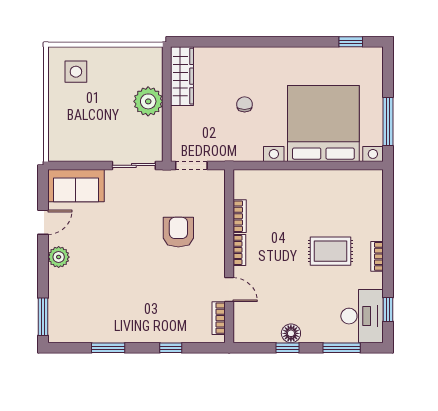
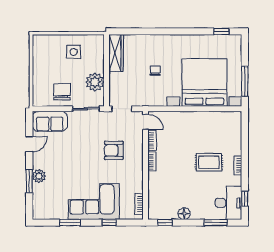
side table: (76, 72) -> (74, 52), moved
plant: (148, 101) -> (95, 82), moved
chair: (95, 138) -> (62, 92), added
armchair: (178, 232) -> (114, 150), turned -90
plant: (59, 257) -> (39, 176), moved
door: (229, 290) -> (145, 122), moved
corner sofa: (146, 314) -> (94, 201), added
window: (43, 317) -> (29, 181), moved
window: (287, 348) -> (165, 223), moved

